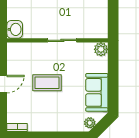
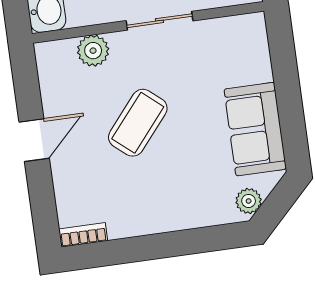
plant: (101, 49) -> (93, 51), moved
coffee table: (47, 83) -> (138, 123), turned -50

